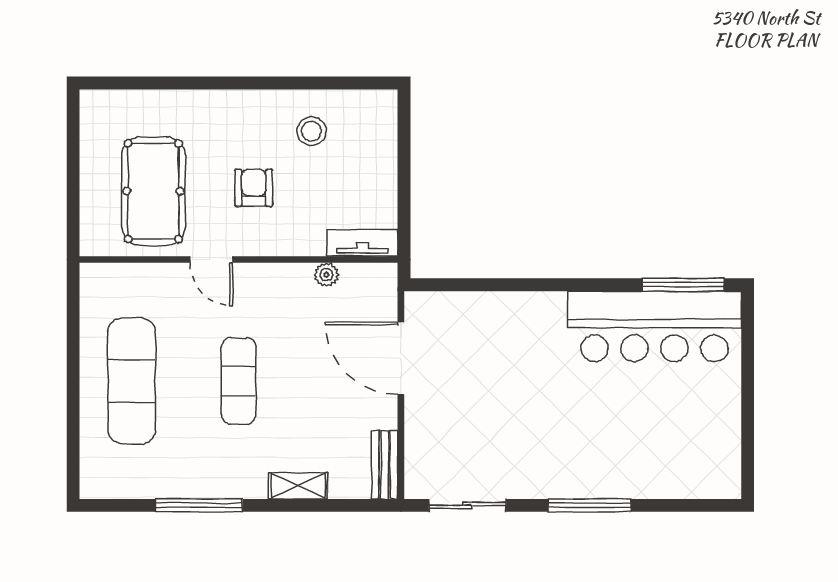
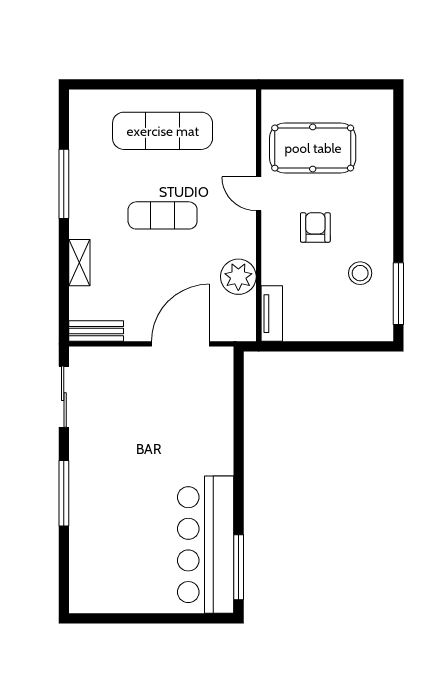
window: (337, 83) -> (398, 294), added
armchair: (254, 188) -> (315, 227), turned -90
door: (211, 260) -> (259, 194), hinge flipped
plant: (326, 275) -> (238, 277), width x1.88, depth x1.88

